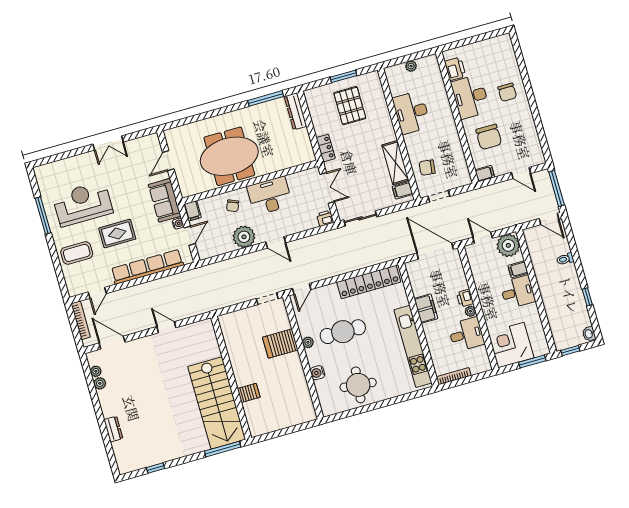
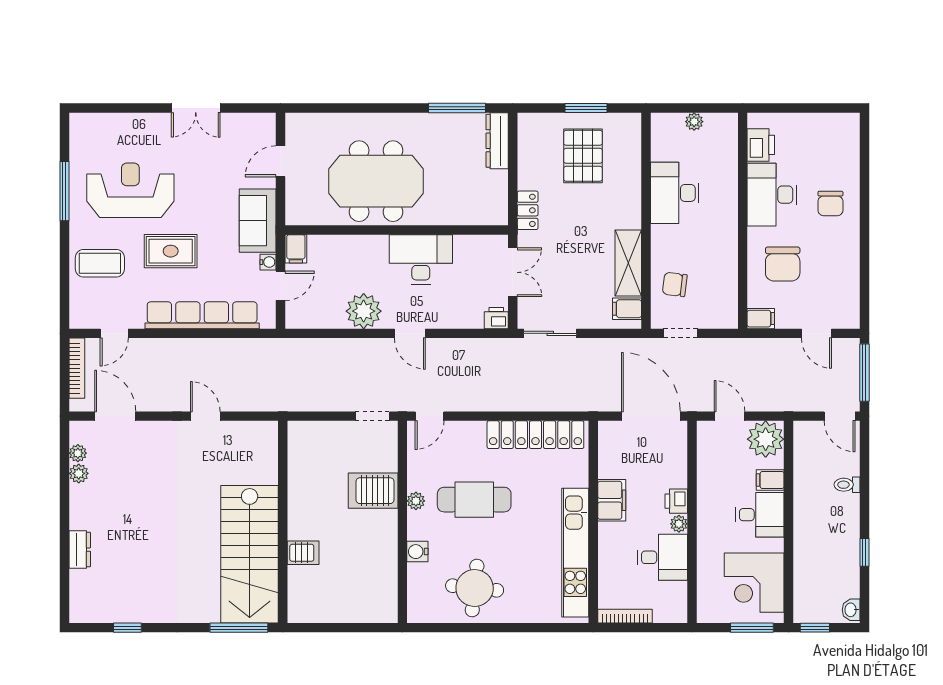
chair: (233, 206) -> (360, 259), removed
corner desk: (511, 345) -> (754, 583), moved, turned -90

